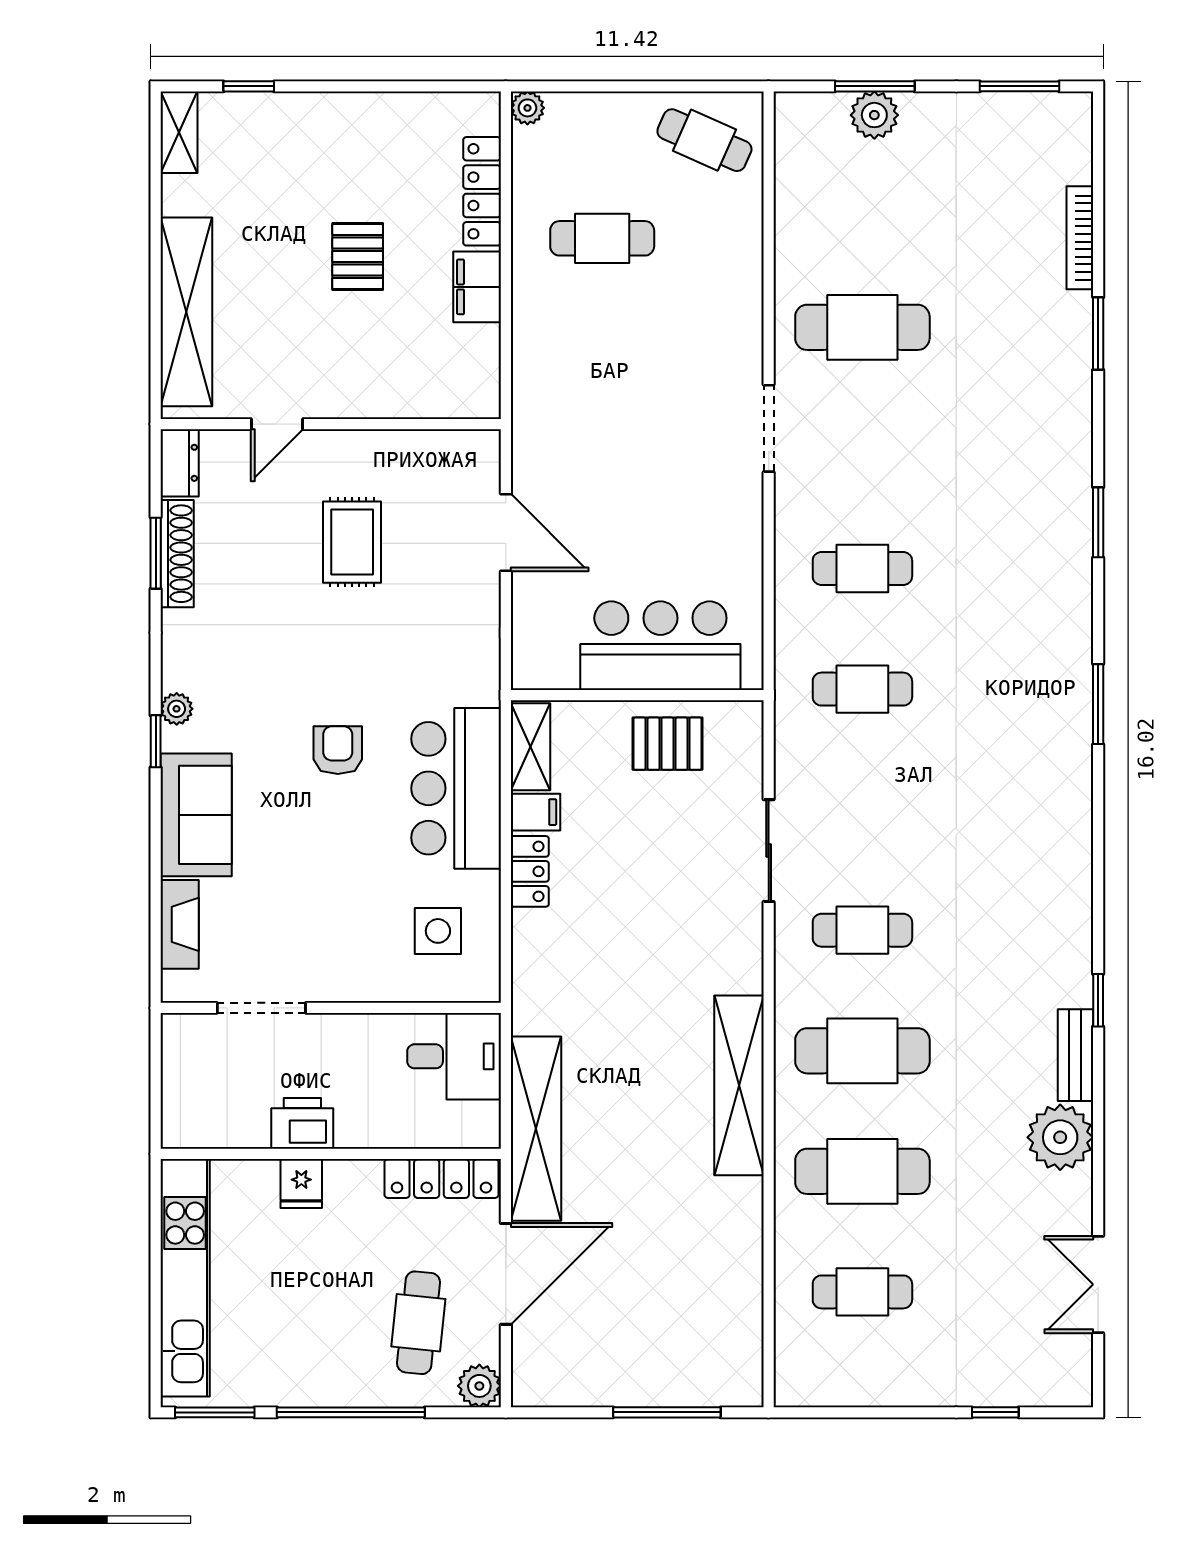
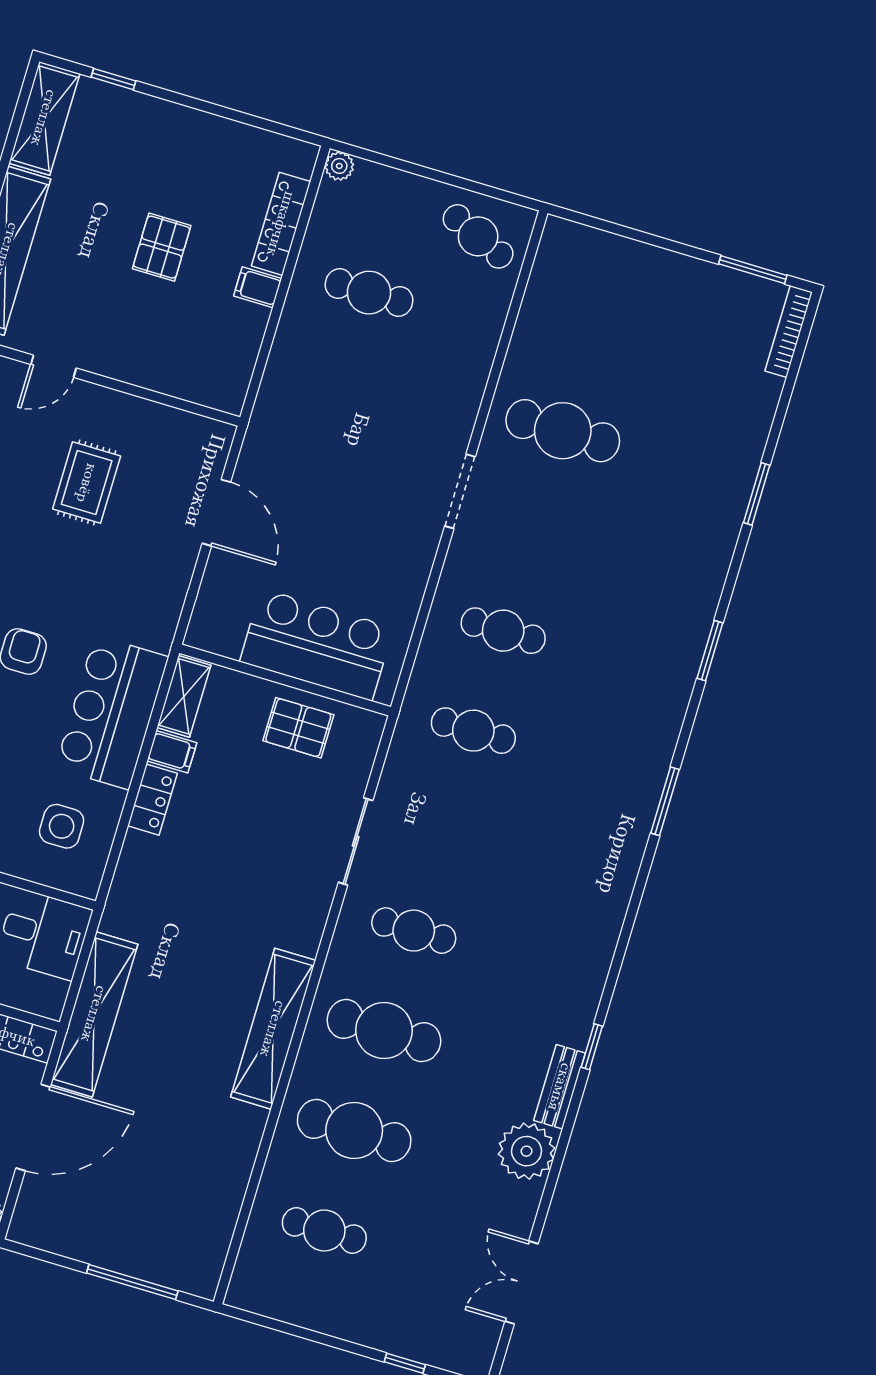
window: (875, 86) -> (633, 234), removed
plant: (874, 115) -> (625, 258), removed
shelving: (179, 132) -> (44, 118), width x1.50, depth x1.33
bookcase: (1080, 238) -> (789, 331), moved
filing cabinet: (477, 287) -> (258, 287), width x0.50

